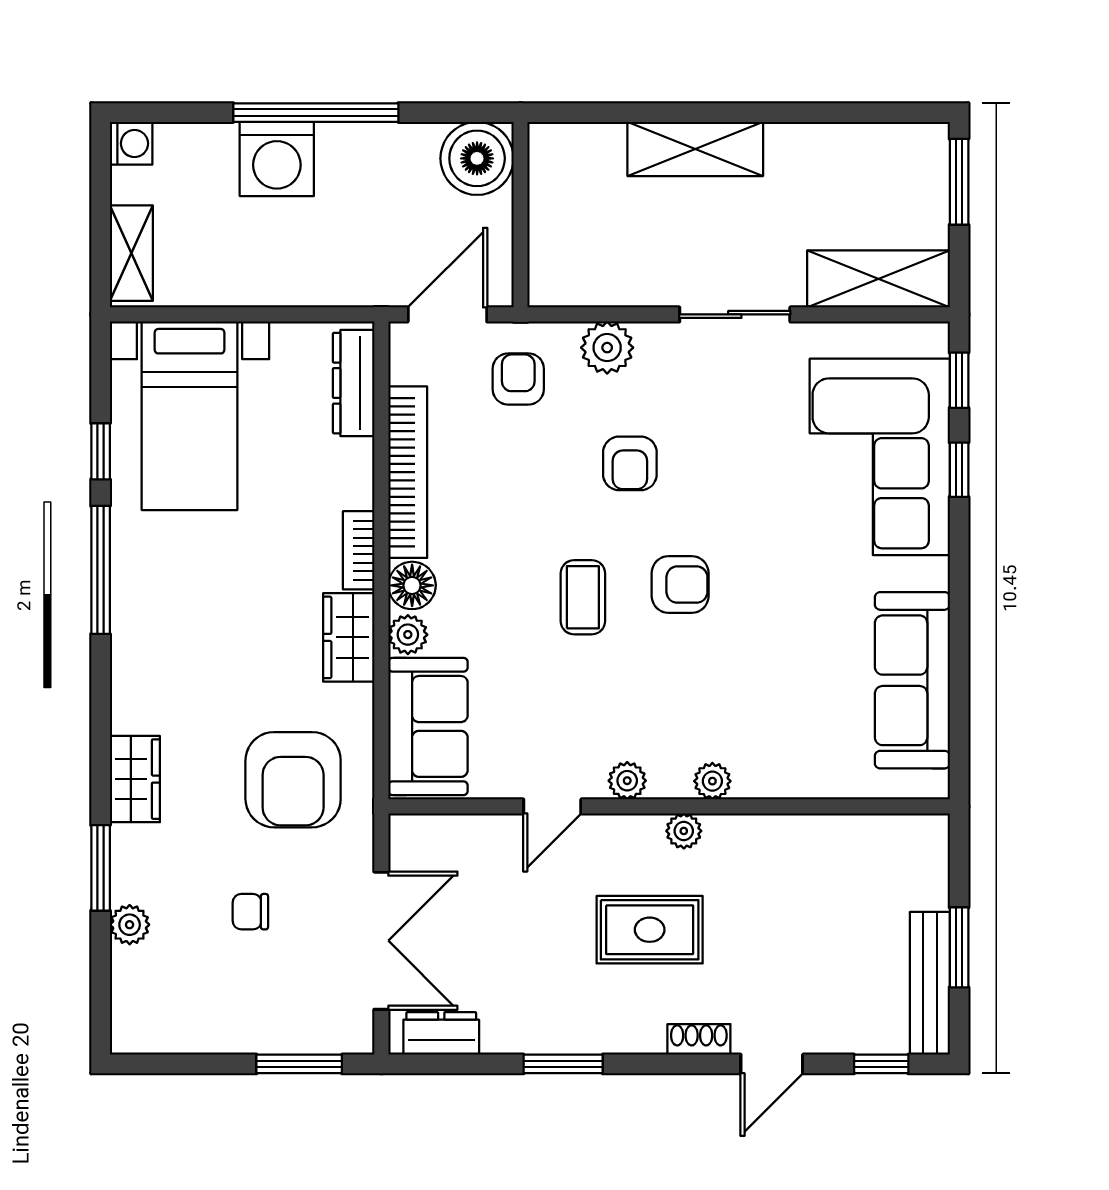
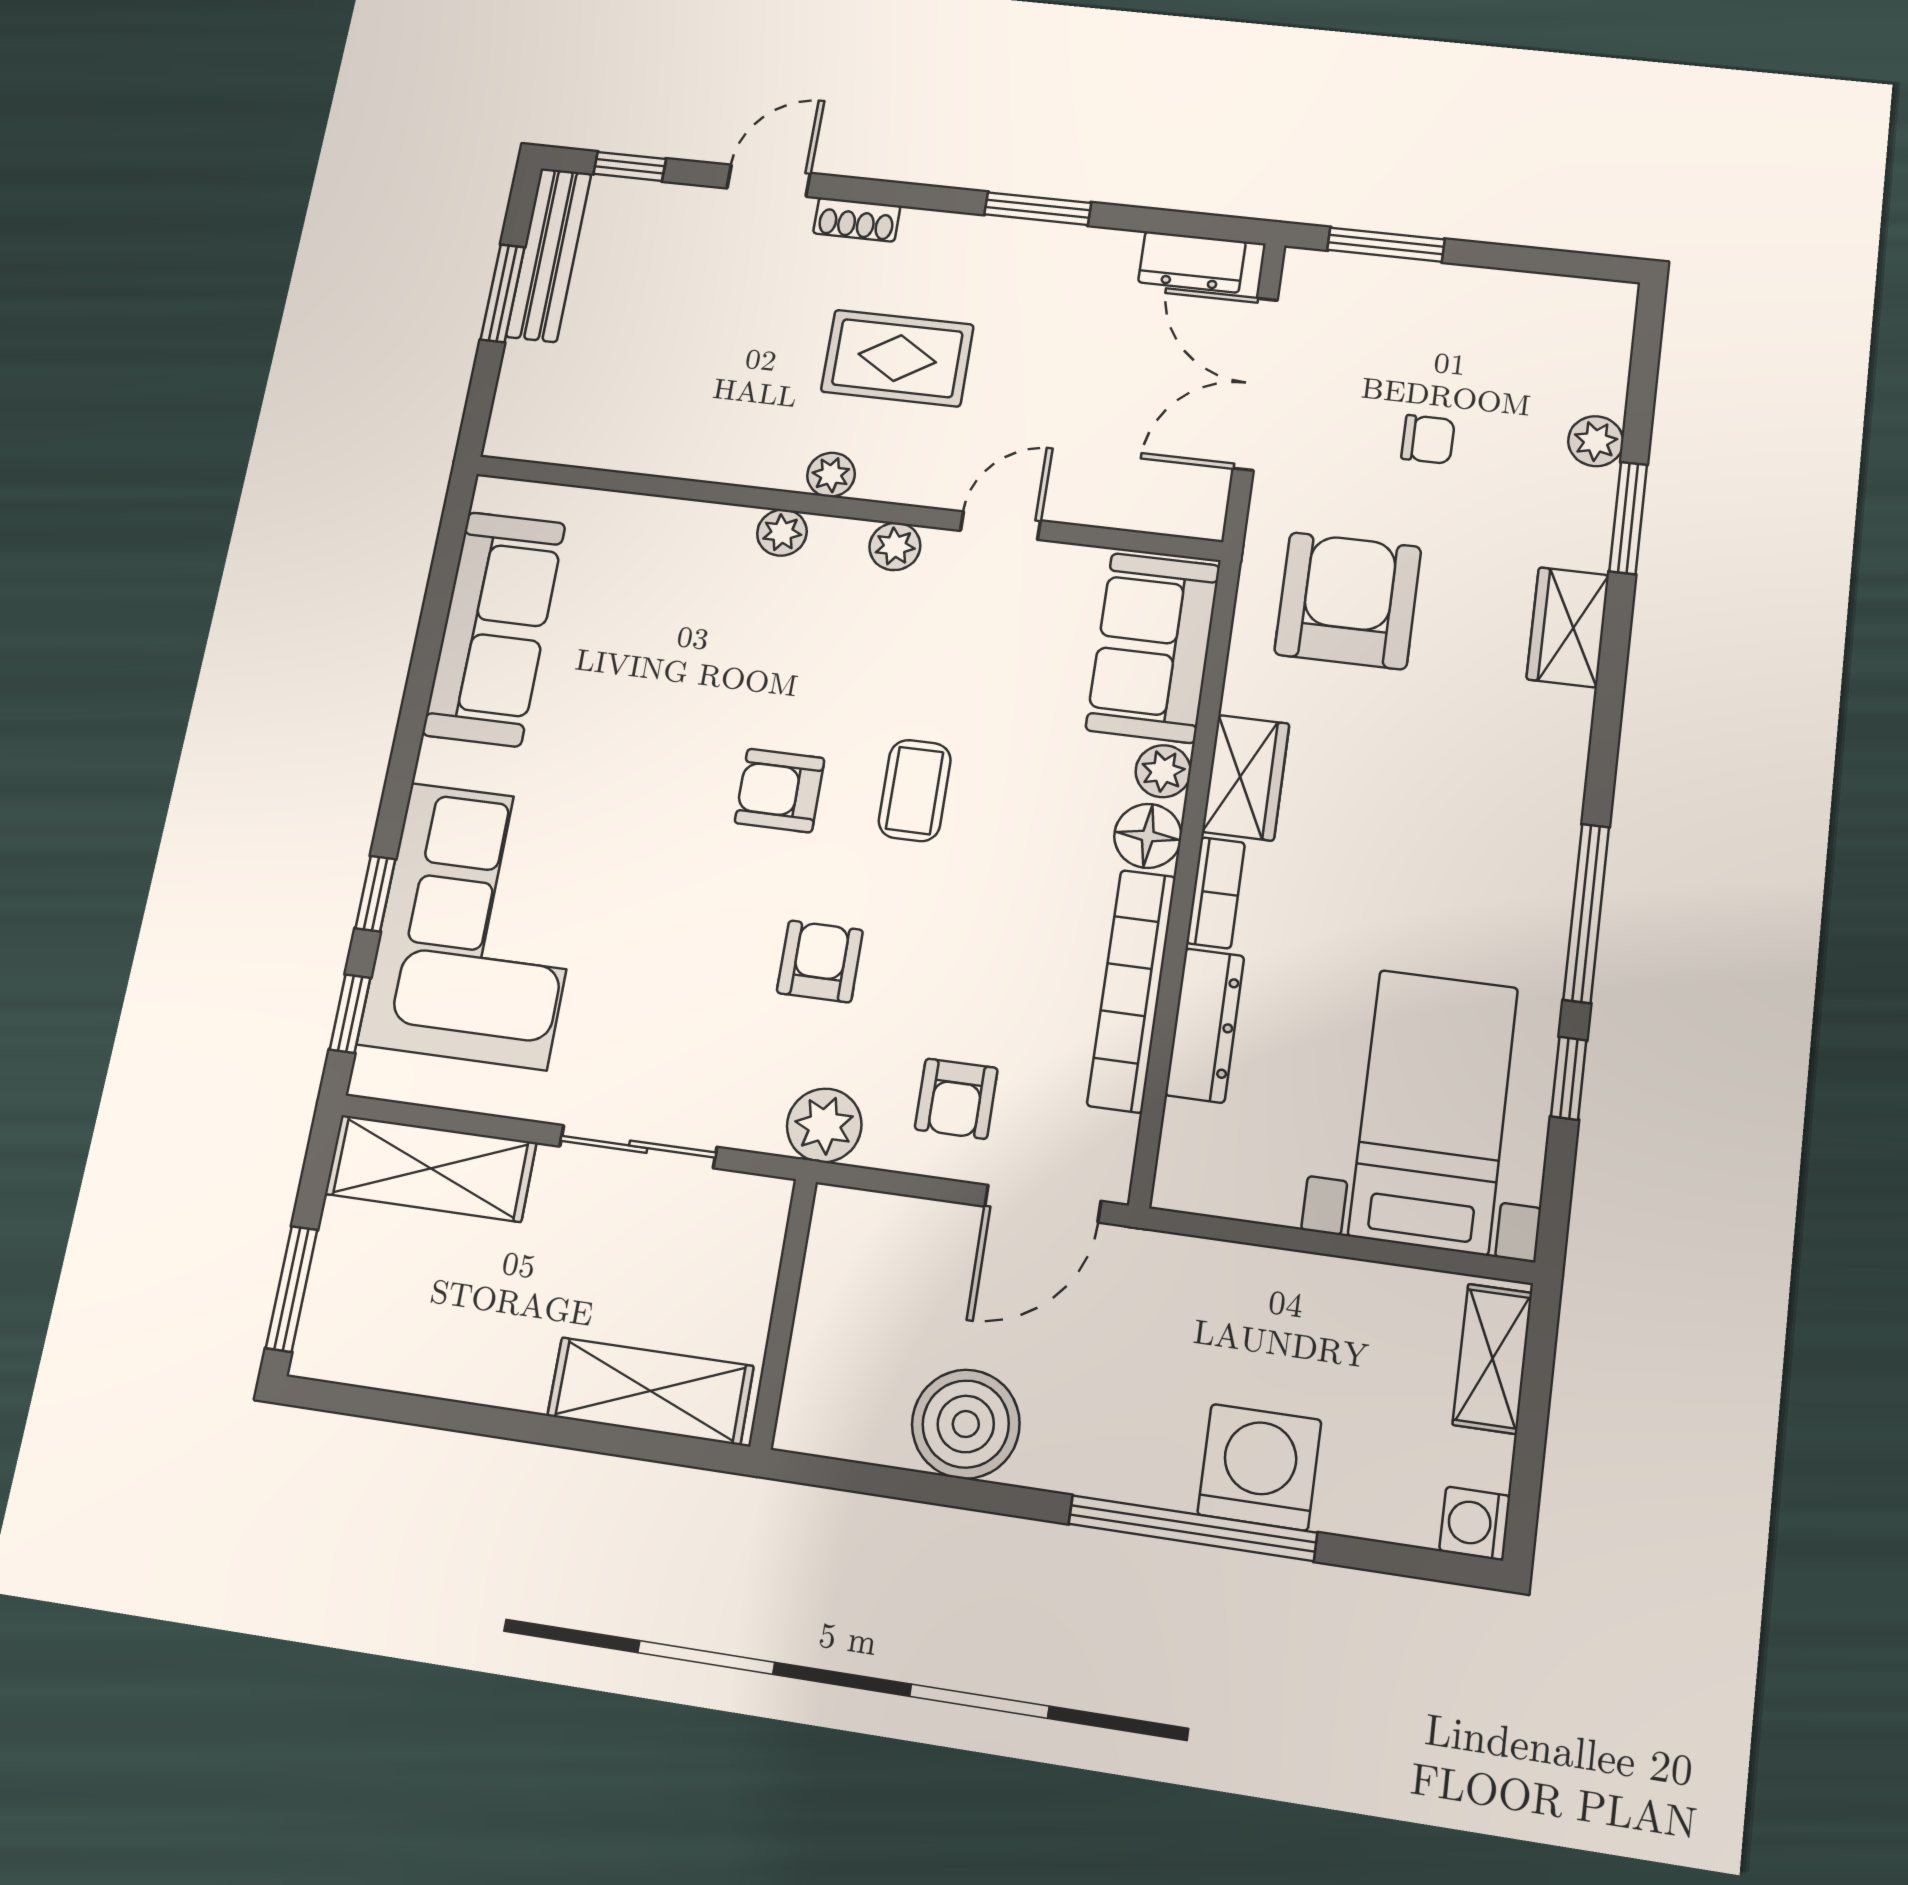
wall: (521, 215) -> (783, 1313), moved
dresser: (354, 383) -> (1205, 1025), moved

